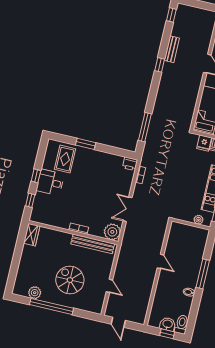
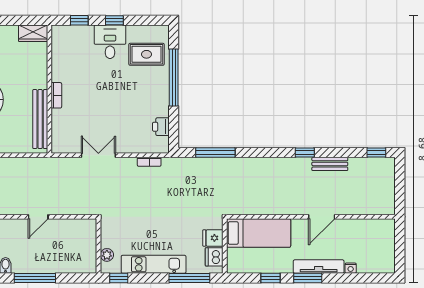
window: (86, 144) -> (174, 77), width x2.11
printer: (130, 164) -> (161, 127), moved
plant: (112, 232) -> (63, 142), removed

